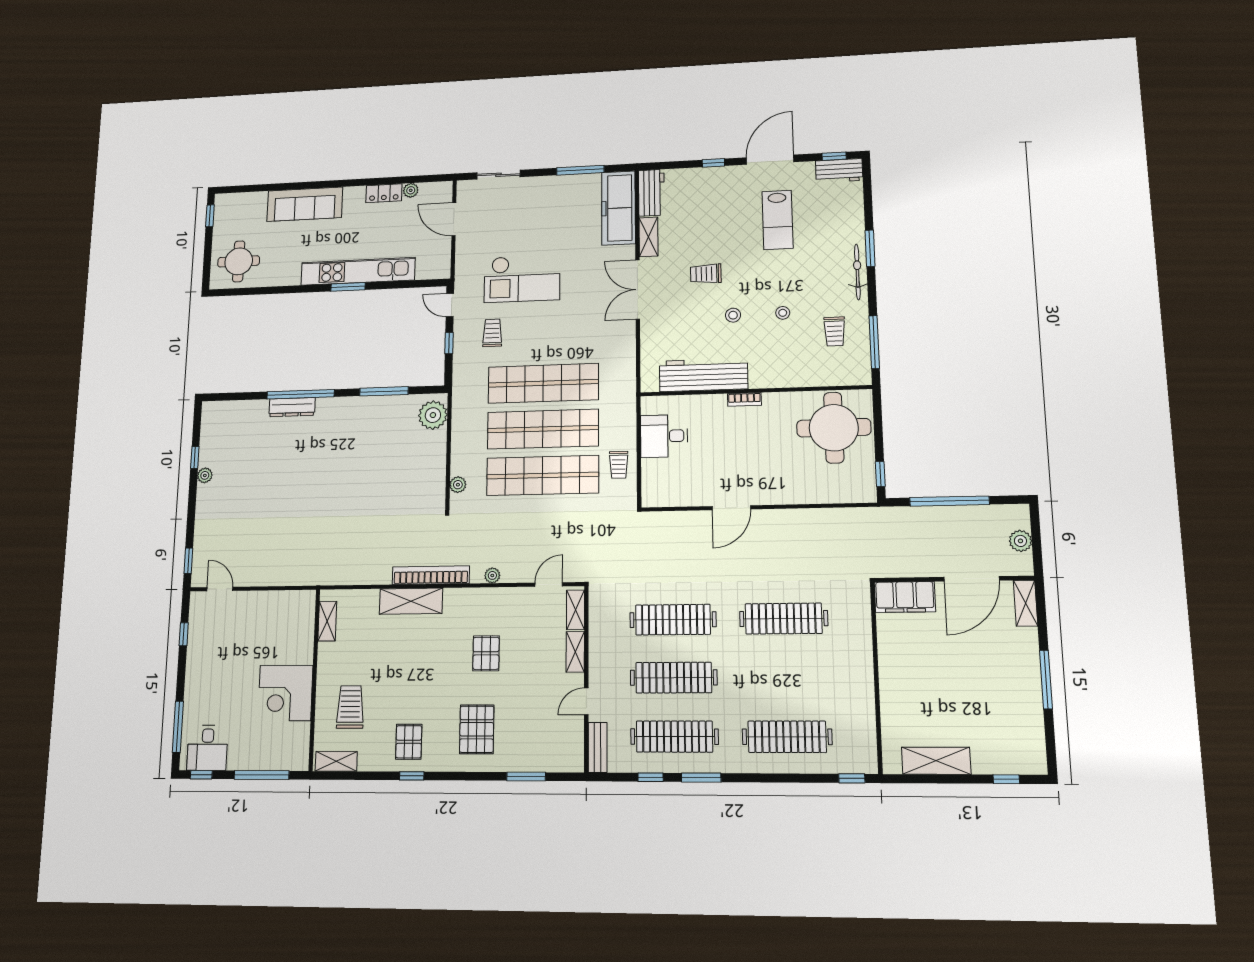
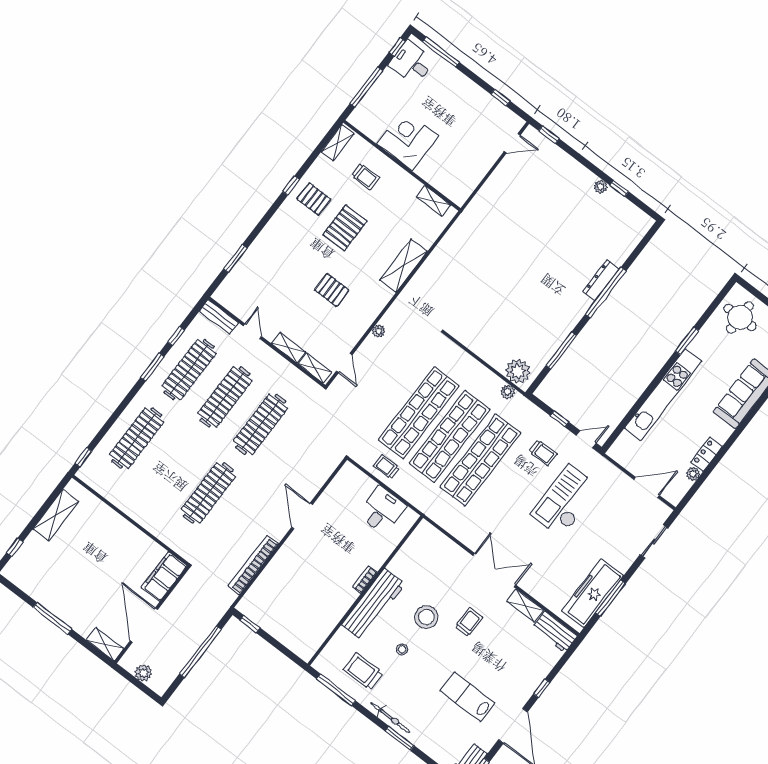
freezer: (618, 208) -> (593, 593), moved, turned -90
window: (348, 287) -> (687, 341), moved
stool: (733, 315) -> (426, 617), width x1.89, depth x1.89
trolley: (835, 331) -> (363, 671), width x1.36, depth x1.39
workbench: (703, 375) -> (373, 604), moved
round table: (834, 428) -> (302, 620), removed
plant: (458, 485) -> (508, 392), moved
bookcase: (431, 575) -> (253, 565), moved, turned 180
trolley: (350, 707) -> (365, 177), width x0.73, depth x0.72
pallet: (477, 729) -> (345, 228), moved, turned 90

